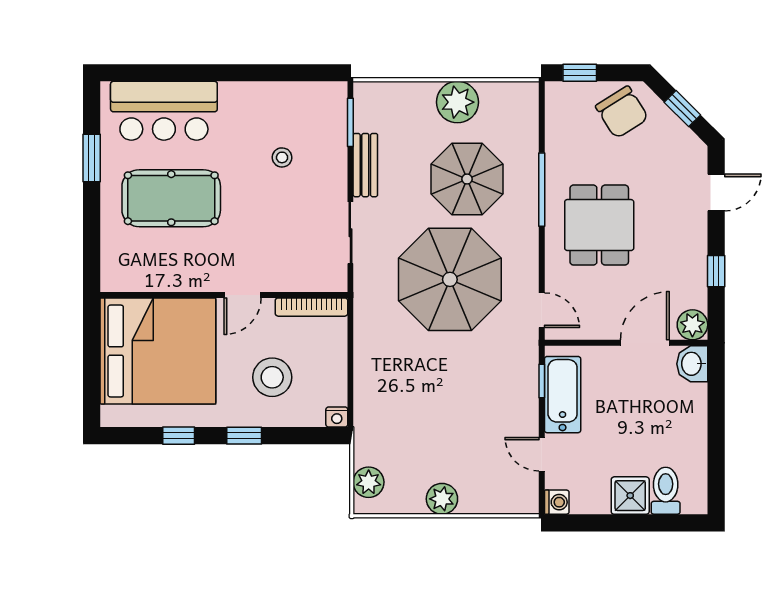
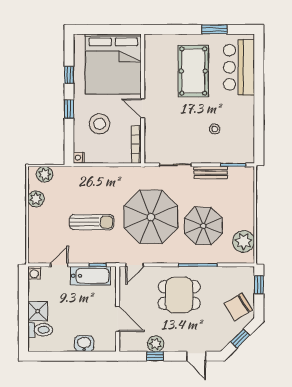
plant: (457, 102) -> (244, 241), moved
plant: (692, 325) -> (156, 344), moved
washbasin: (692, 364) -> (84, 344), moved
sun lounger: (460, 392) -> (92, 222), added
plant: (442, 499) -> (36, 199), moved

